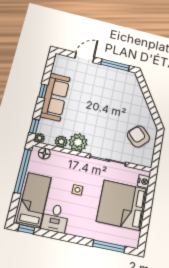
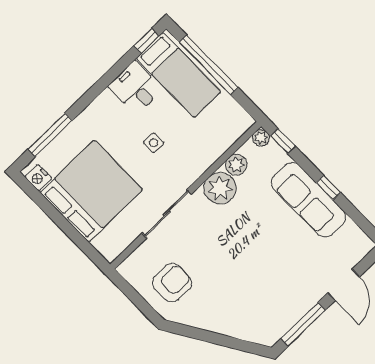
armchair: (138, 136) -> (172, 283), turned -45
floor lamp: (44, 153) -> (234, 130), removed
window: (23, 171) -> (209, 65), moved
nightstand: (144, 181) -> (38, 178), moved

